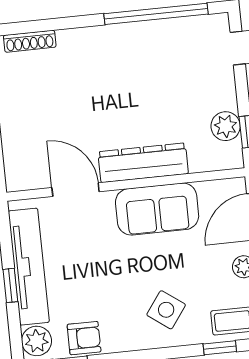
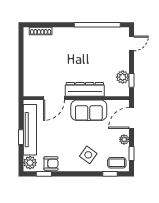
door: (76, 190) -> (54, 98), swing flipped

